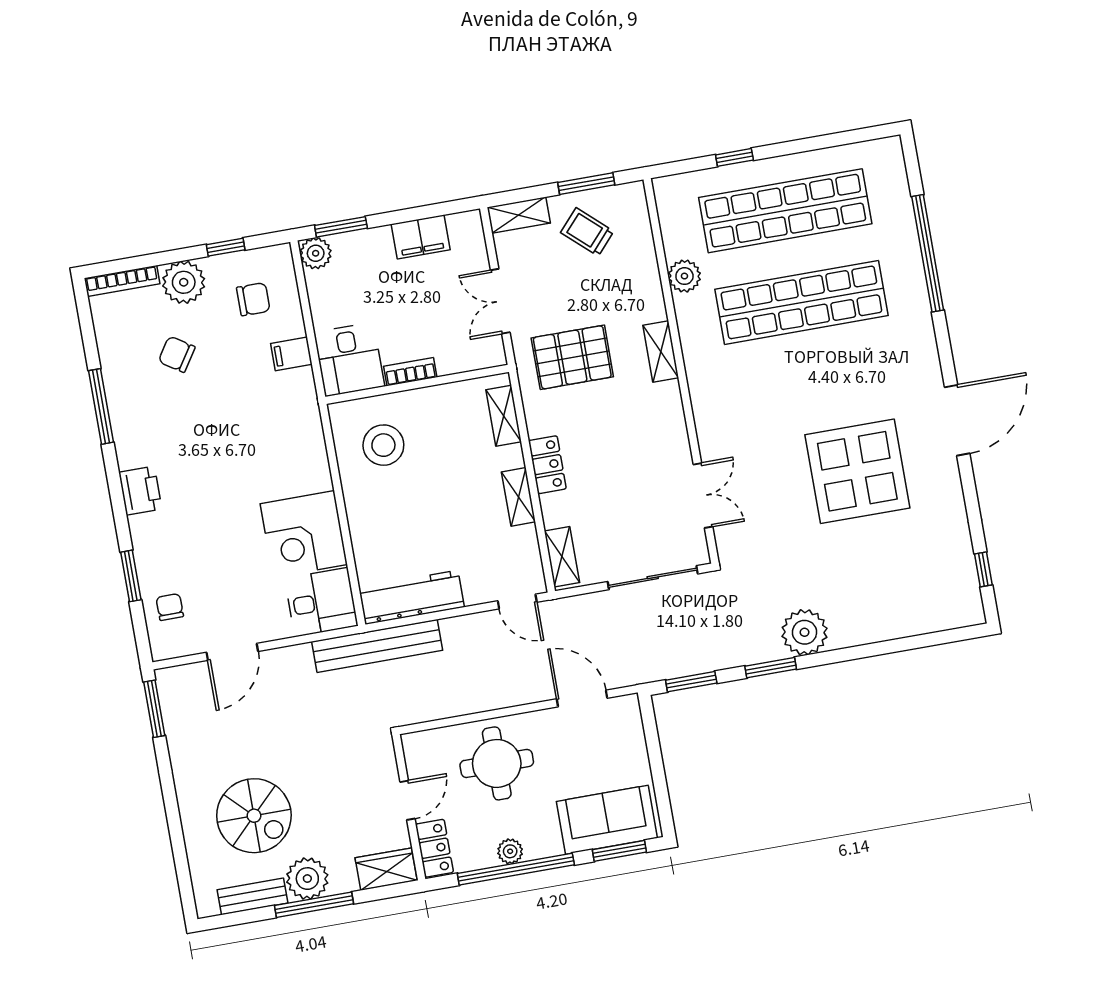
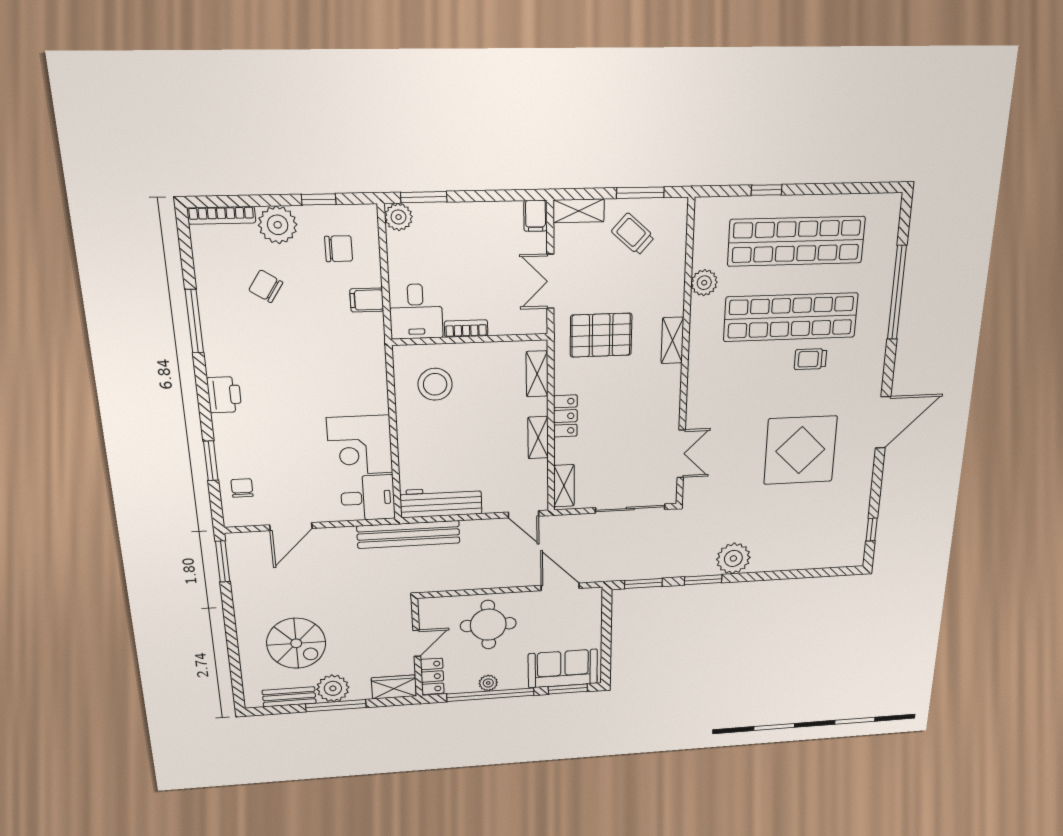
filing cabinet: (421, 237) -> (536, 216), moved, width x0.50
trolley: (840, 351) -> (810, 359), added

